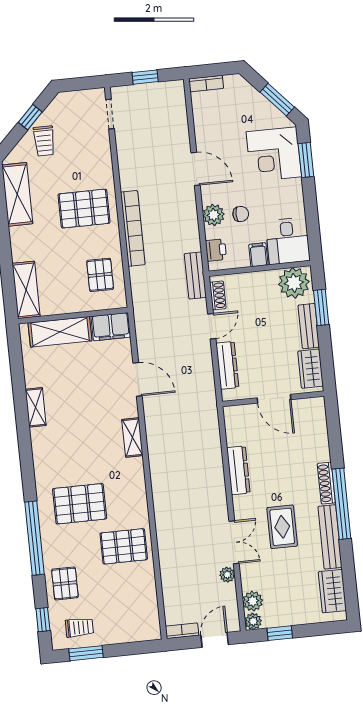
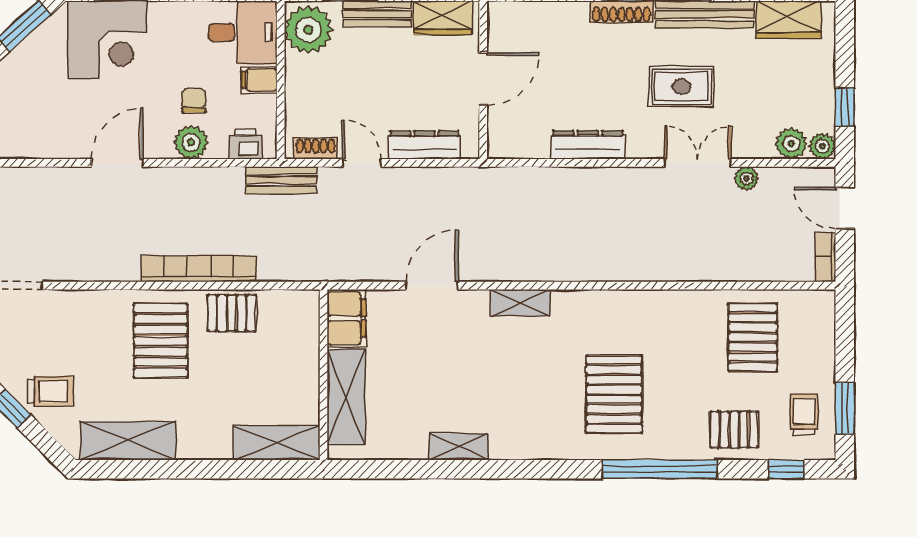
pallet: (100, 275) -> (232, 313), moved
pallet: (124, 546) -> (753, 337), moved

